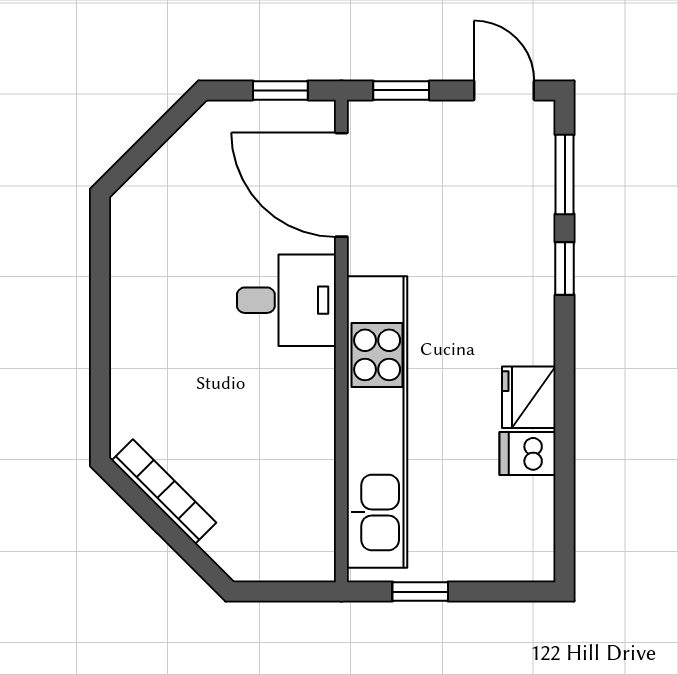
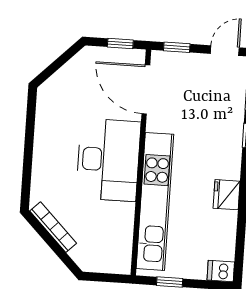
door: (504, 90) -> (225, 51), hinge flipped
desk: (287, 300) -> (108, 160), width x1.87, depth x1.30
dishwasher: (528, 453) -> (221, 271), moved

